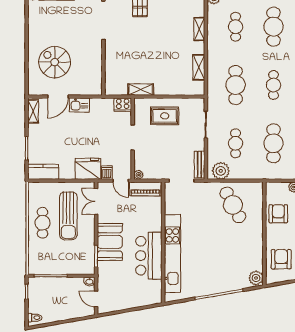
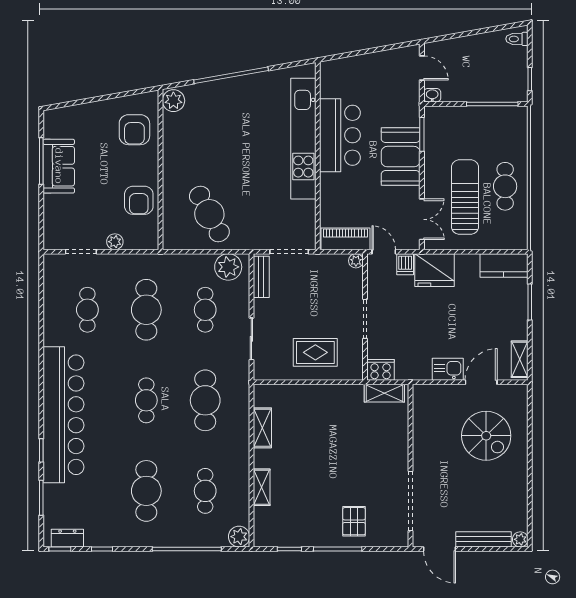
shelving: (141, 90) -> (384, 393), moved

